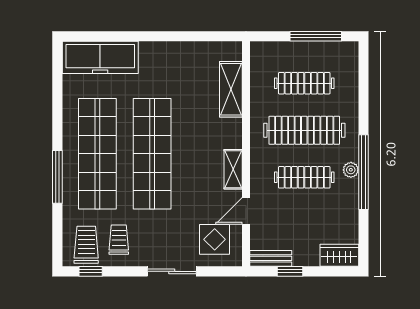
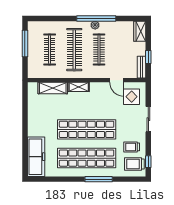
shelving: (233, 169) -> (79, 87), moved

